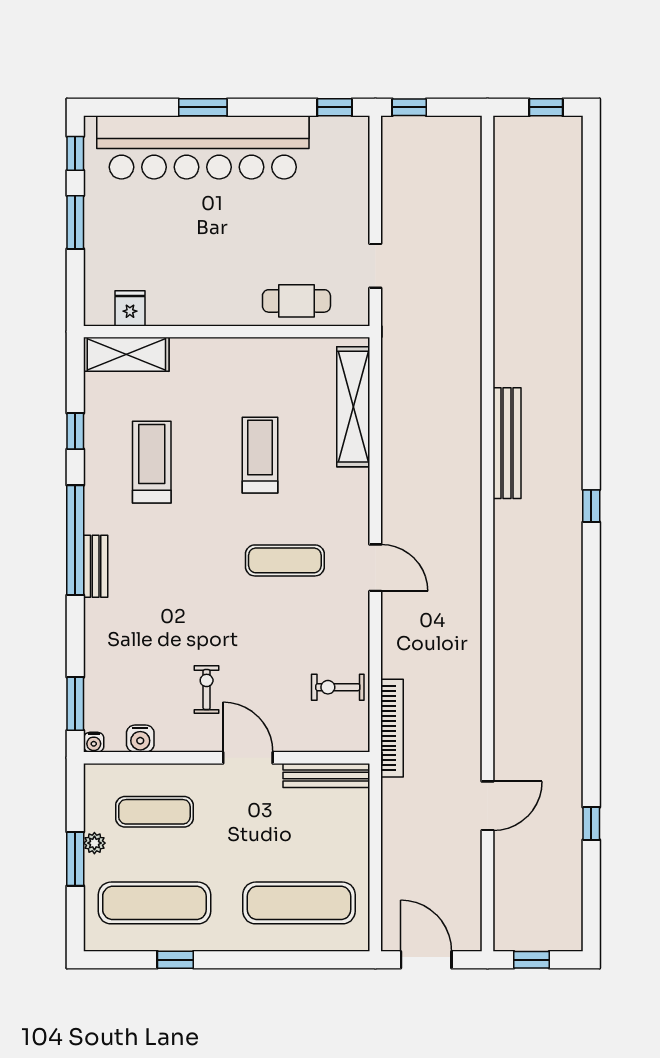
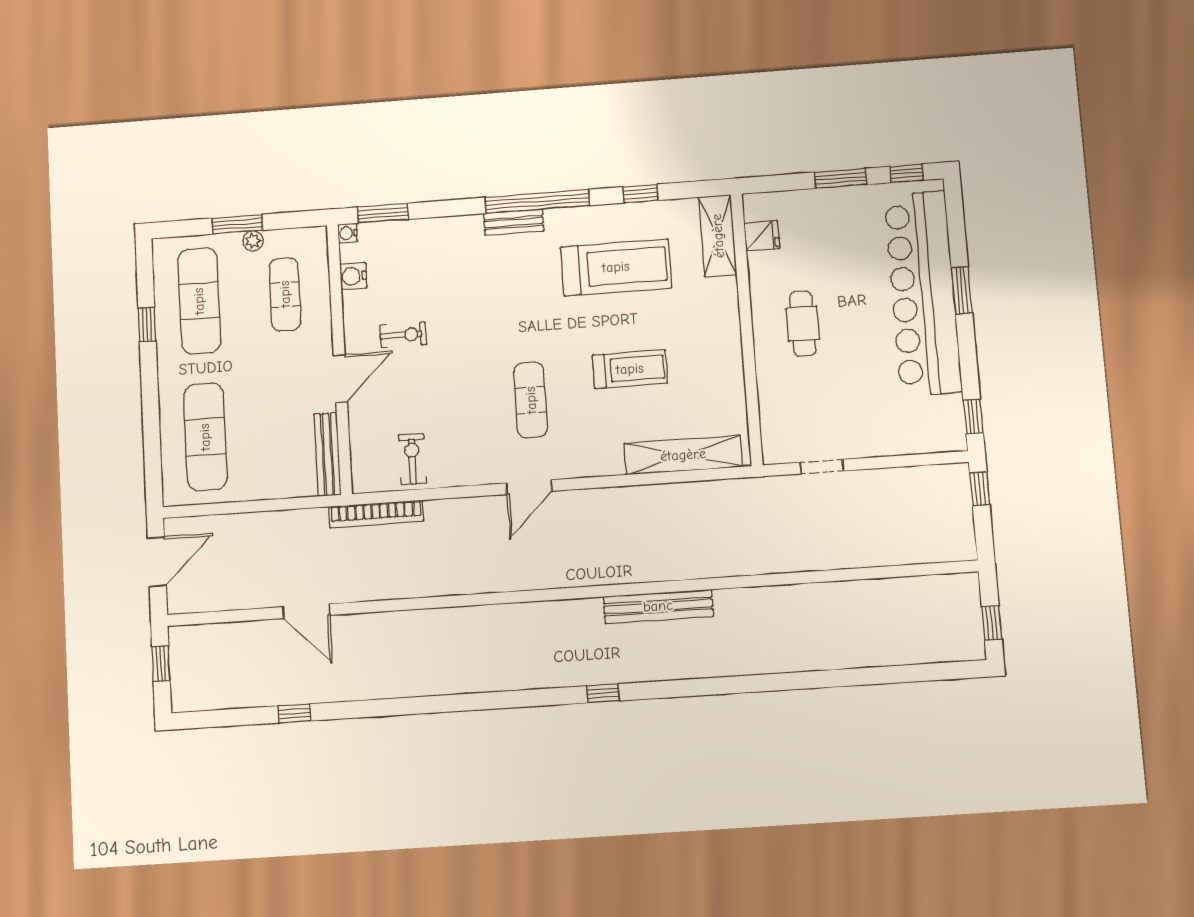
cafe table: (296, 301) -> (803, 324), moved
treadmill: (152, 462) -> (616, 267), width x1.37, depth x1.38

